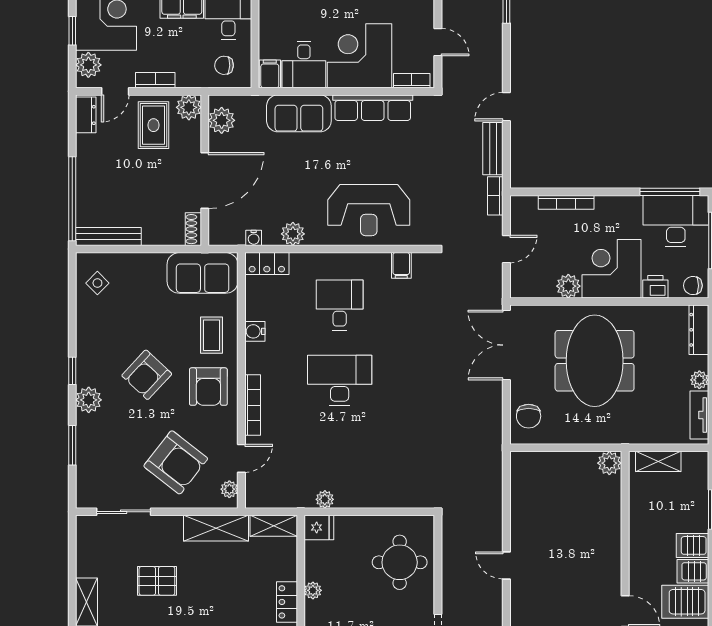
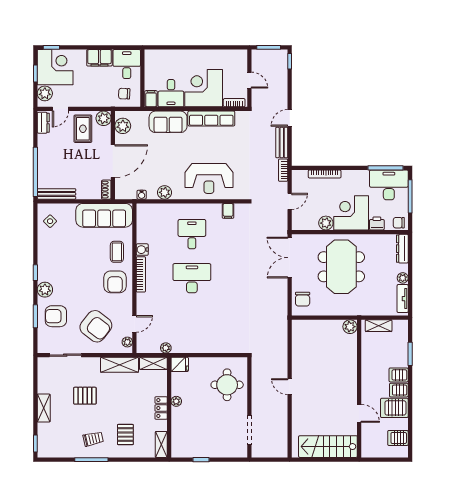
bookcase: (155, 80) -> (84, 102), removed
locker: (267, 264) -> (149, 210), removed
sofa: (203, 273) -> (104, 215), width x1.36
armchair: (147, 375) -> (56, 316), moved, turned 47
bookcase: (253, 405) -> (141, 274), moved
plant: (325, 499) -> (166, 348), moved

